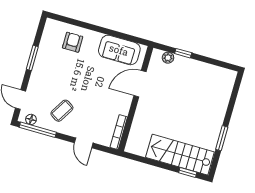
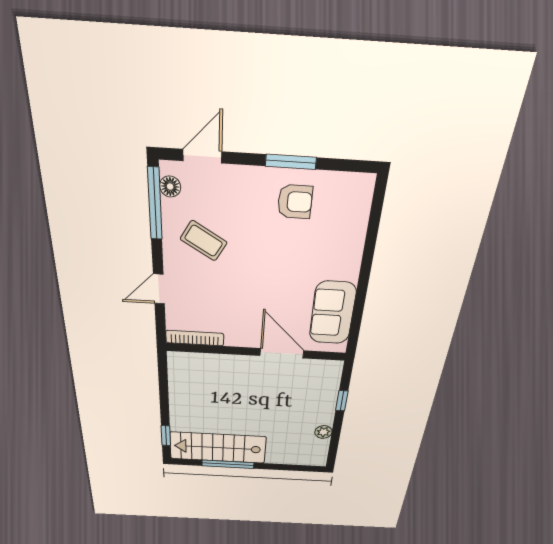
armchair: (73, 42) -> (295, 202), moved
plant: (168, 58) -> (323, 432), moved
window: (222, 138) -> (228, 464), width x1.44
stairs: (180, 155) -> (218, 448), moved, turned -90

